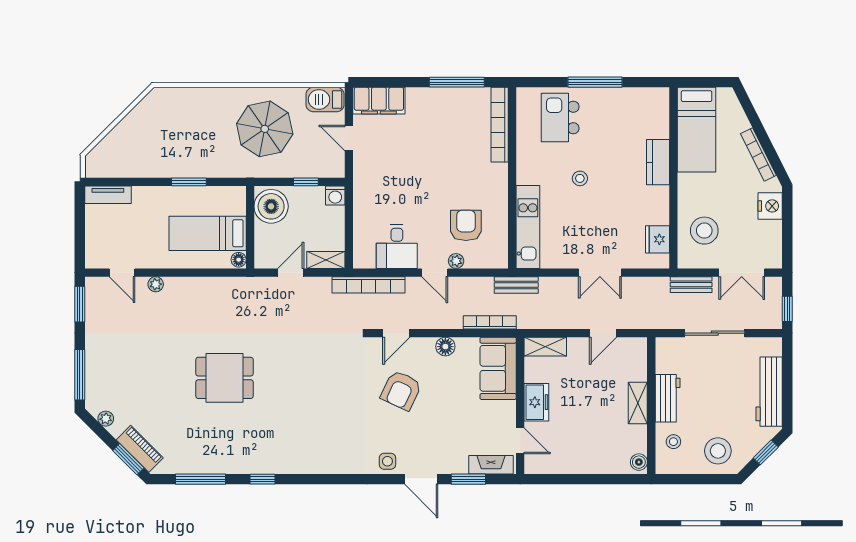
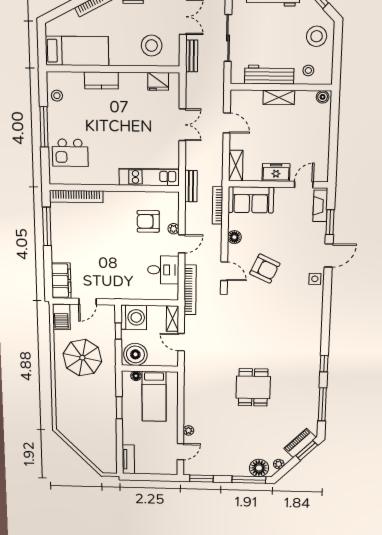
stool: (580, 178) -> (57, 96), moved
washing machine: (335, 196) -> (134, 317), width x1.89, depth x1.89
floor lamp: (239, 260) -> (136, 376), moved
floor lamp: (99, 389) -> (259, 468), added
workbench: (668, 398) -> (269, 75), width x1.38

